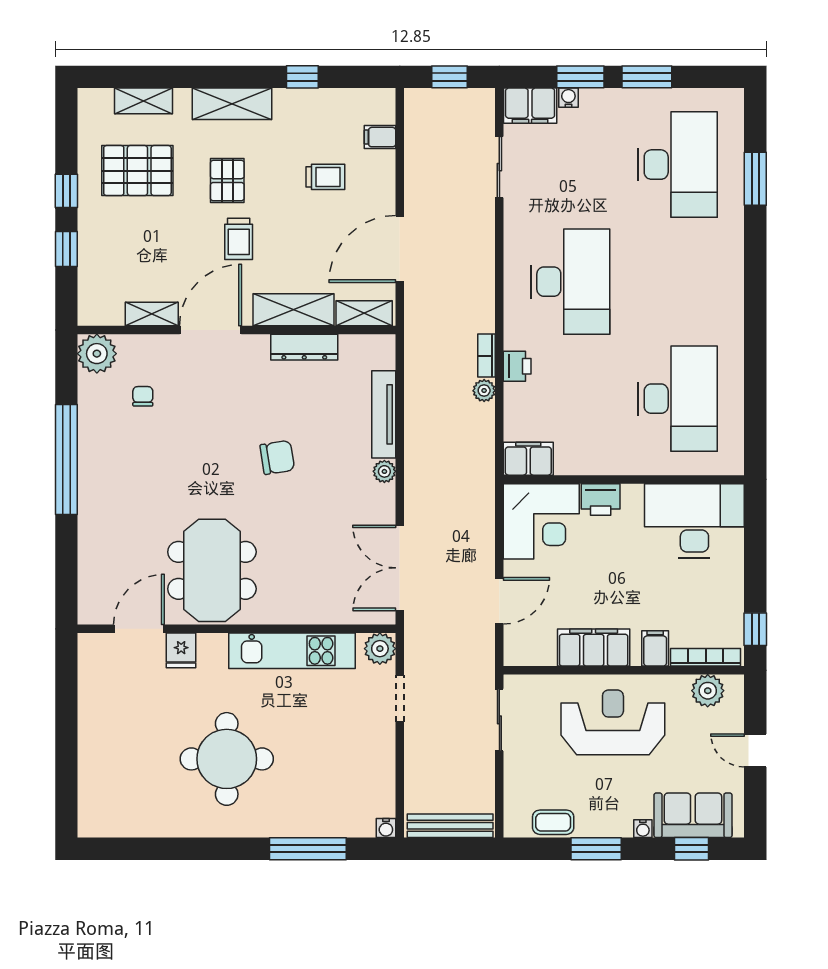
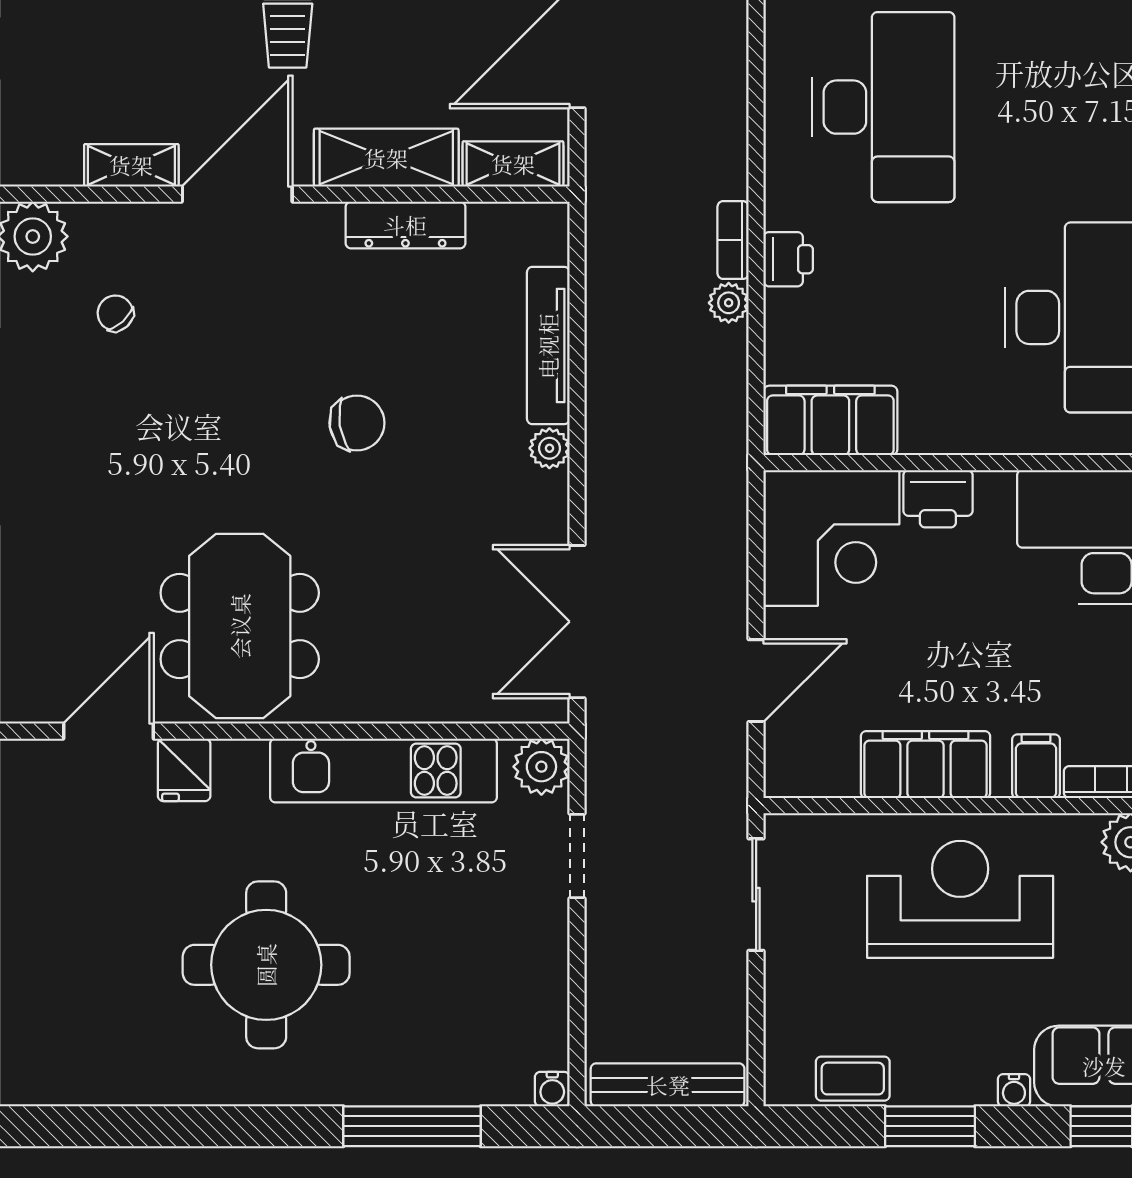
chair: (143, 396) -> (115, 313), turned -42
filing cabinet: (528, 459) -> (830, 420), width x1.50, depth x1.17

